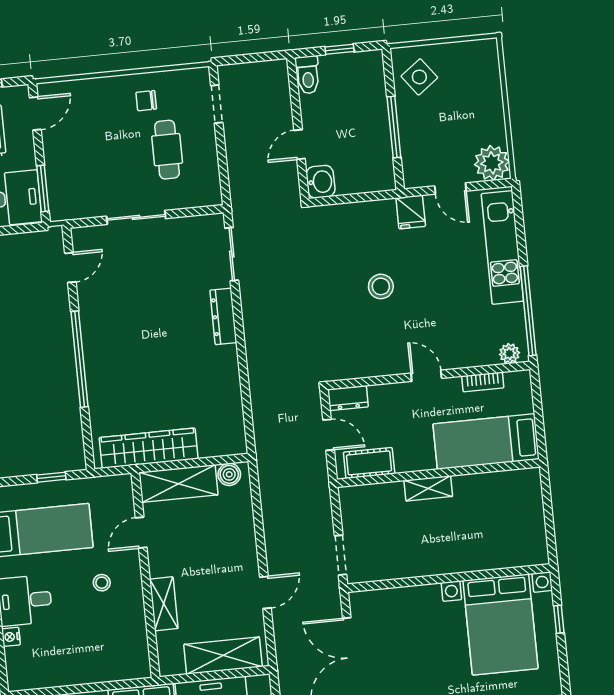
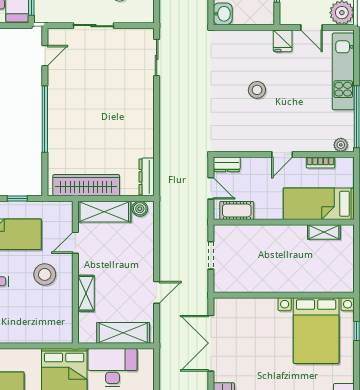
dresser: (223, 316) -> (147, 177), moved
door: (426, 376) -> (282, 154), swing flipped
shelving: (428, 488) -> (324, 232), moved
doorway: (341, 555) -> (211, 255), moved
stool: (102, 583) -> (45, 274), width x1.89, depth x1.89

